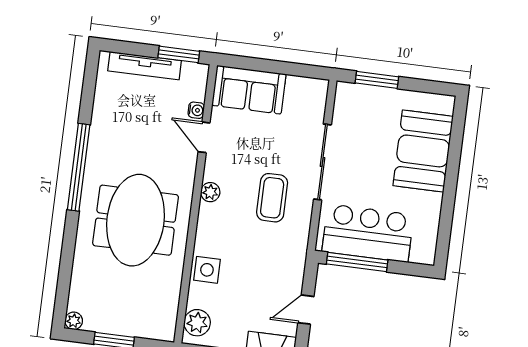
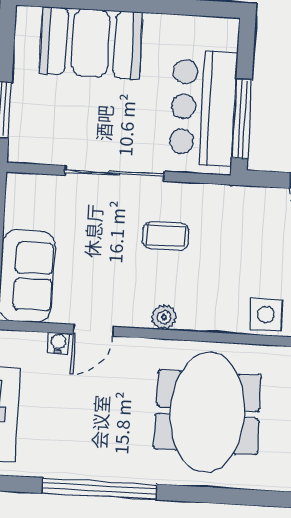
window: (79, 167) -> (99, 489), moved
coffee table: (272, 198) -> (166, 236), width x0.73, depth x0.77
meeting table: (136, 220) -> (207, 412), turned 90

